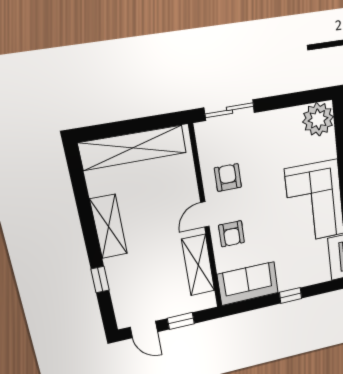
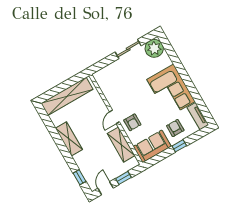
sliding door: (229, 110) -> (128, 49), moved
armchair: (228, 178) -> (175, 128), moved
window: (100, 280) -> (79, 177), moved
door: (144, 330) -> (106, 188), swing flipped

